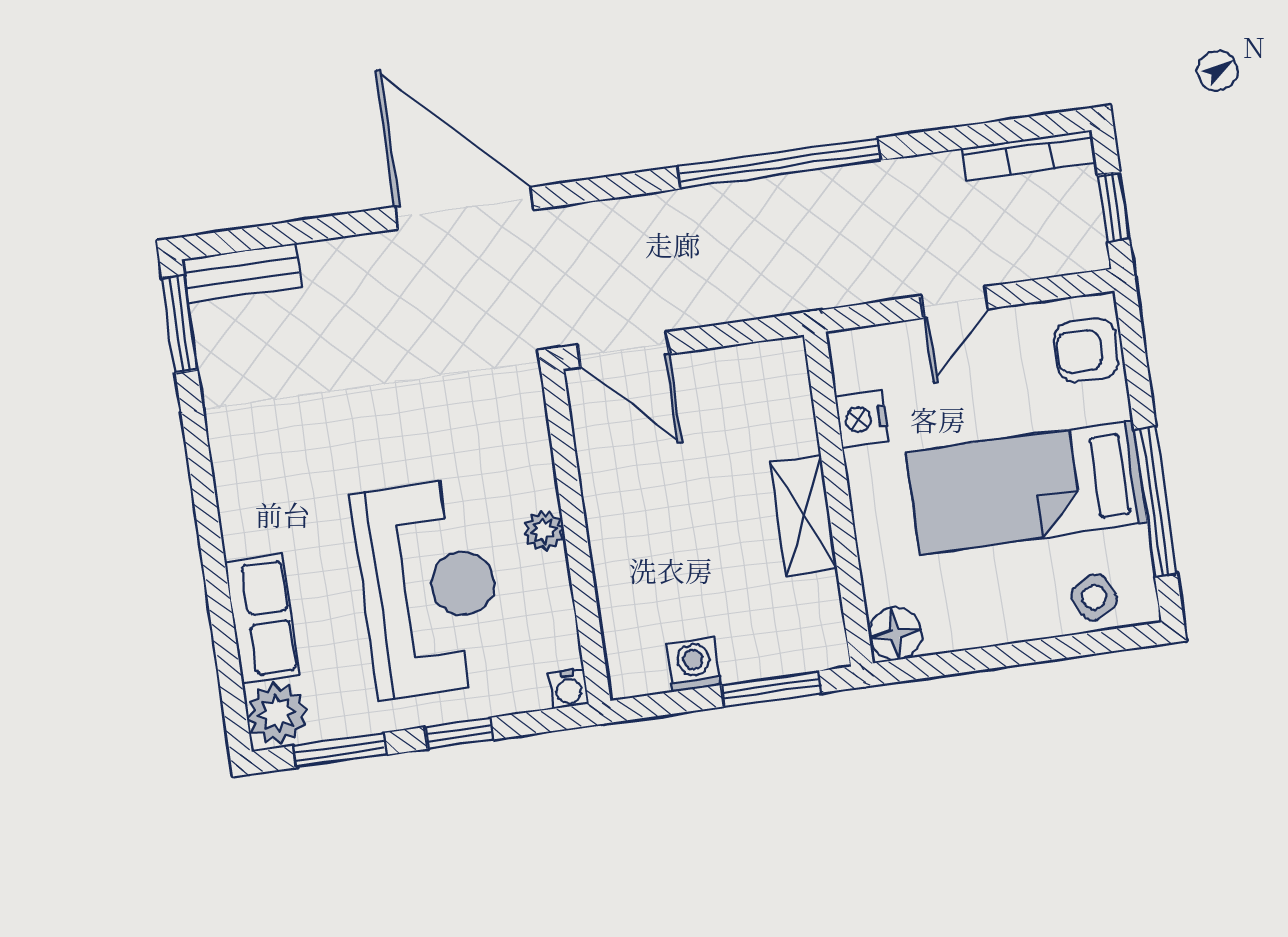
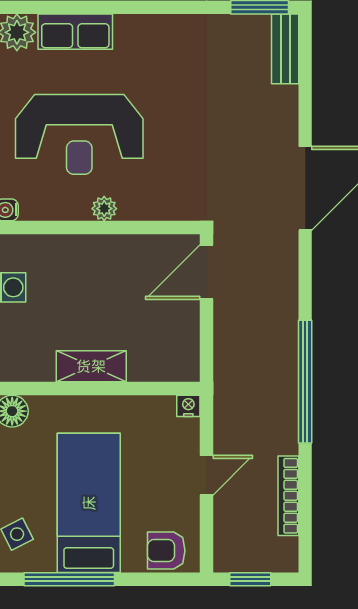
bookcase: (1029, 156) -> (288, 496), moved
door: (954, 302) -> (206, 475), swing flipped
armchair: (1086, 350) -> (166, 551), turned -90
nightstand: (862, 419) -> (188, 406), moved, width x0.72, depth x0.74

